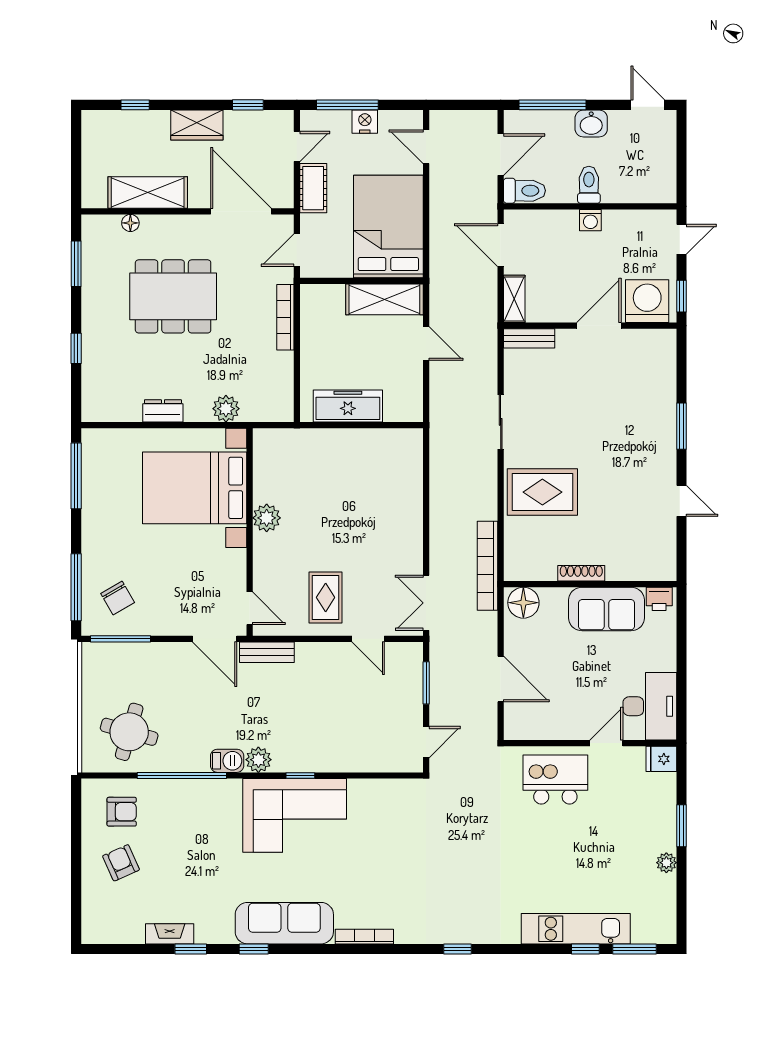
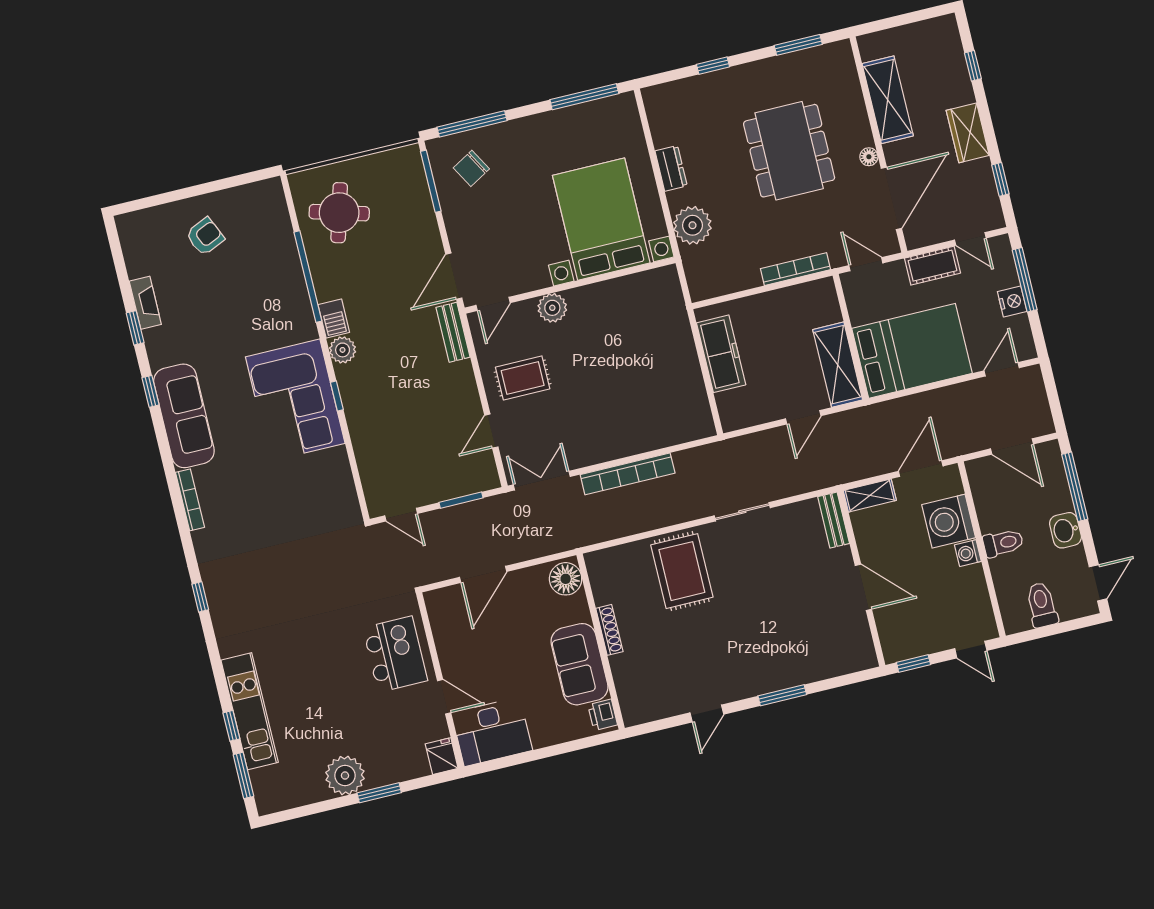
toilet: (524, 191) -> (1042, 605), moved, turned 180
floor lamp: (130, 223) -> (869, 157), moved
washing machine: (647, 301) -> (949, 521), moved, turned 180
plant: (226, 409) -> (692, 225), width x1.36, depth x1.36
plant: (267, 518) -> (552, 308), moved
bookcase: (487, 566) -> (628, 474), moved, turned 180
armchair: (122, 812) -> (257, 225), removed
plant: (666, 863) -> (345, 775), width x1.88, depth x1.88

